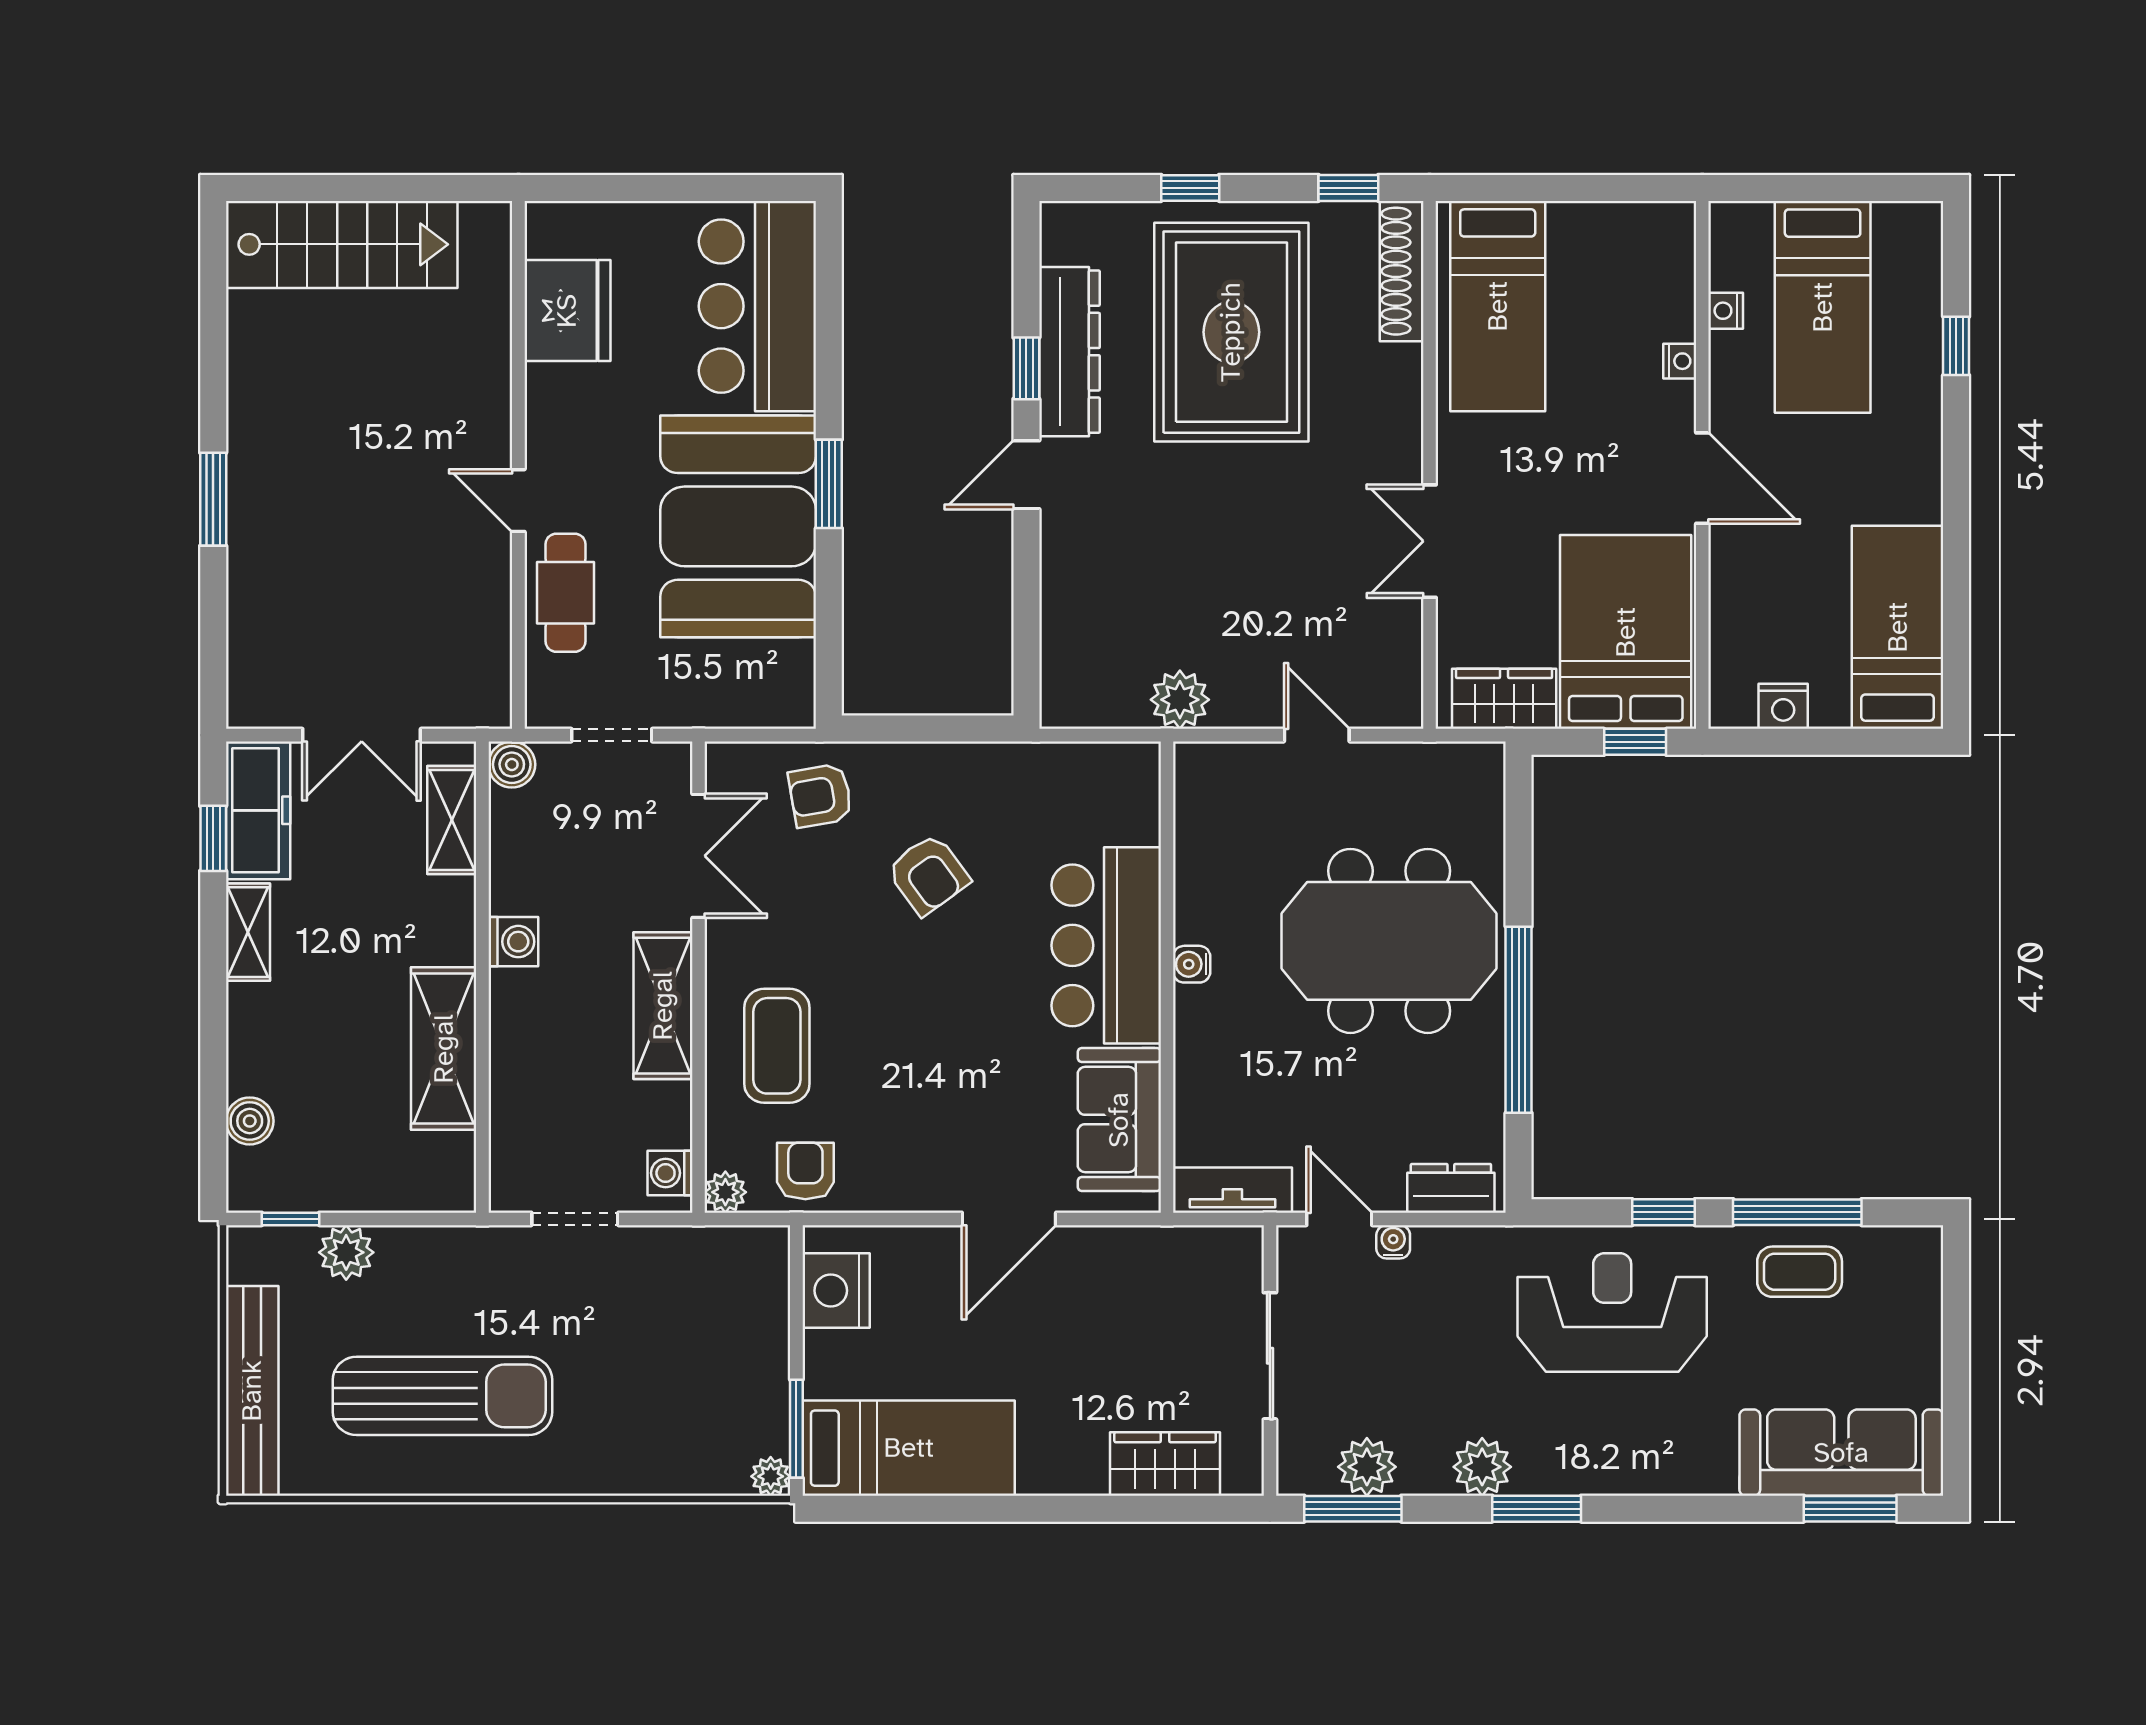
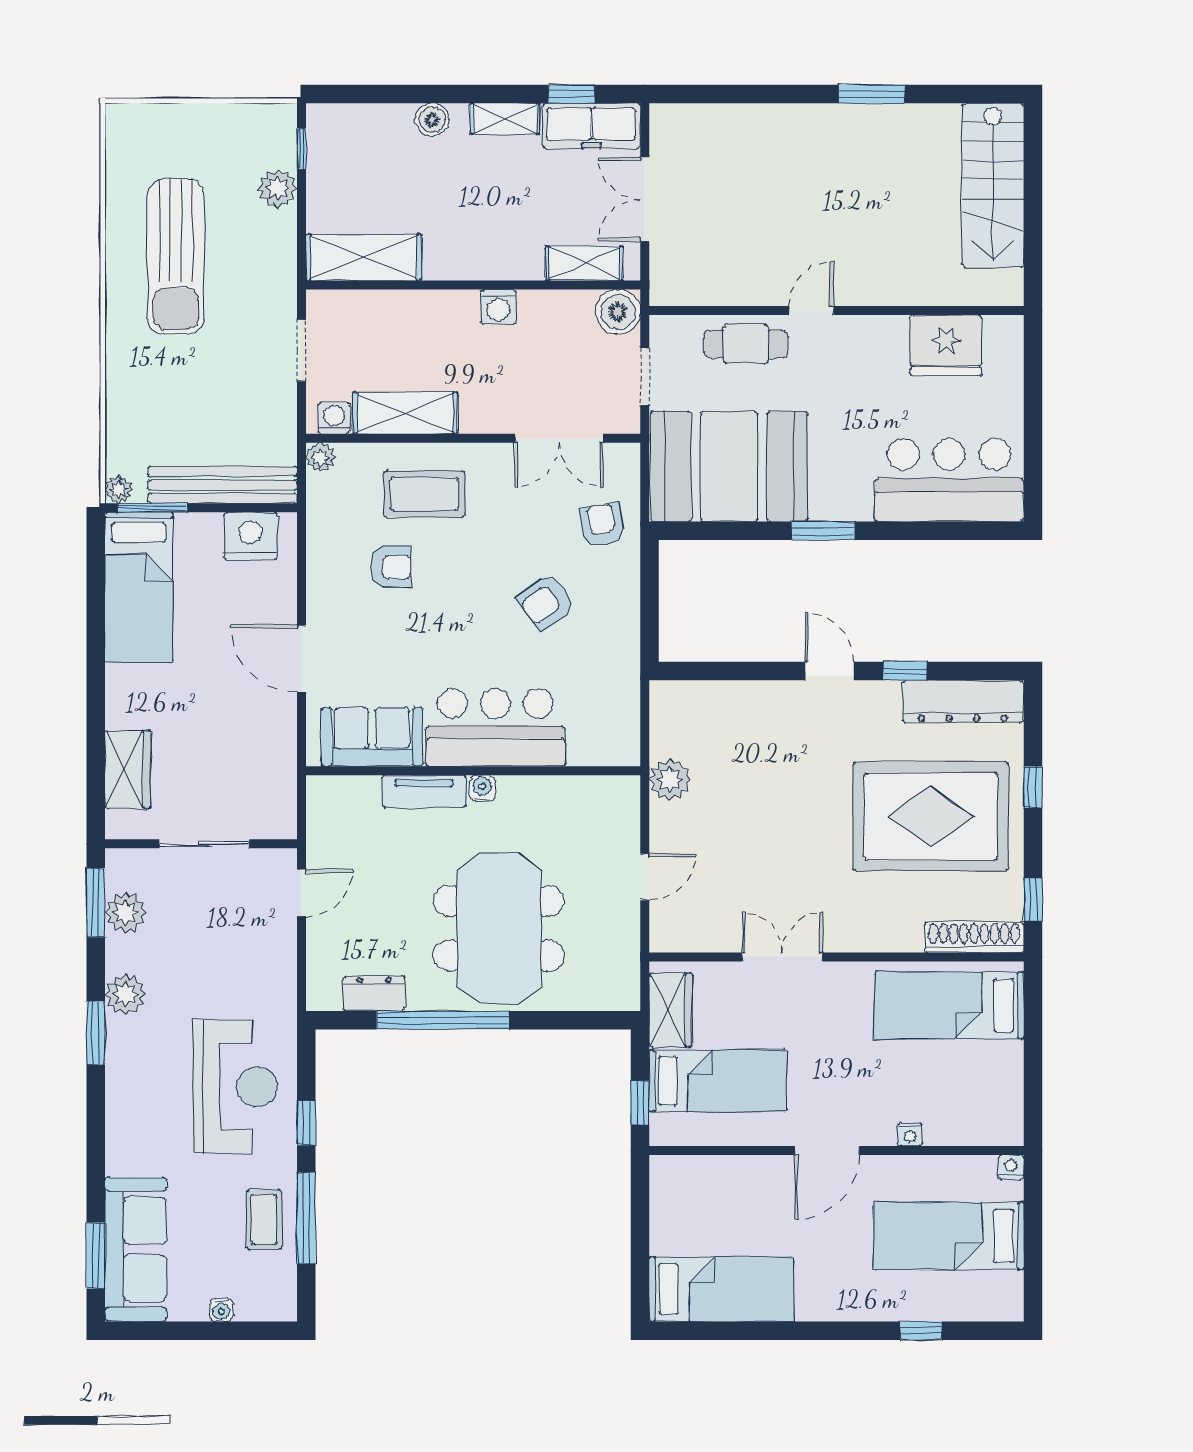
nightstand: (1726, 311) -> (1011, 1167), moved
dresser: (1070, 352) -> (963, 702), moved
window: (213, 499) -> (872, 94), moved
booth: (738, 526) -> (729, 466), moved
bed: (1626, 632) -> (718, 1081), width x0.67
nightstand: (1783, 706) -> (665, 1208), removed
boiler: (512, 764) -> (618, 312), width x1.36, depth x1.36
shelving: (663, 1006) -> (405, 413), moved
shelving: (444, 1049) -> (364, 257), moved
boiler: (250, 1121) -> (432, 120), moved
armchair: (805, 1171) -> (391, 567), moved
dresser: (1451, 1188) -> (374, 994), moved, turned -90
tv unit: (1232, 1190) -> (424, 791), moved, turned 90
water cooler: (1393, 1242) -> (221, 1310), moved, turned 90
bench: (252, 1391) -> (222, 485), moved

